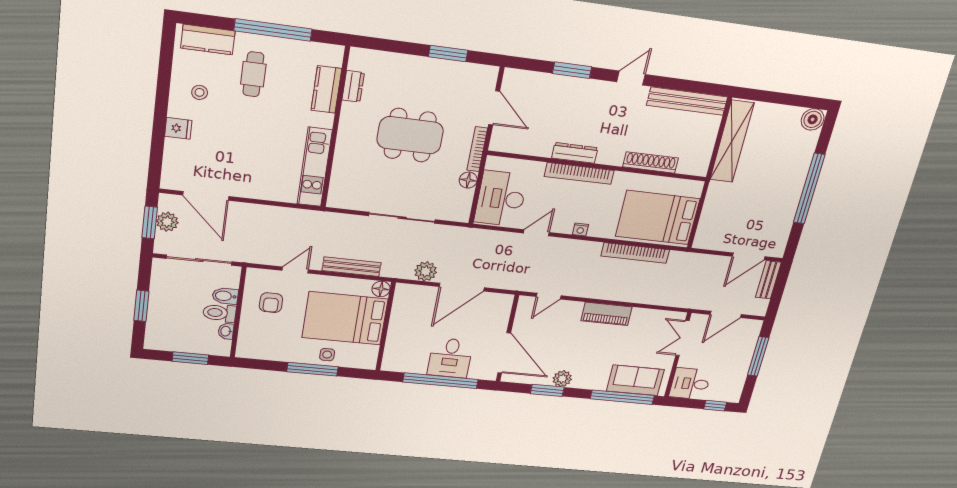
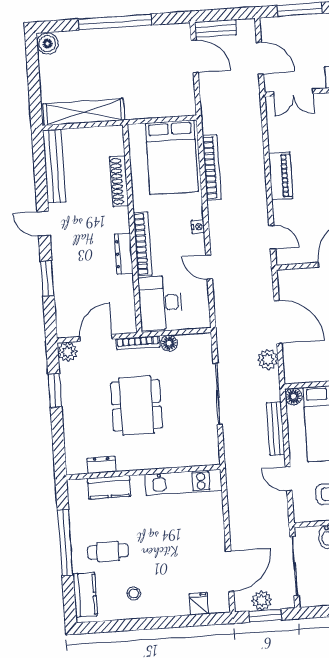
plant: (487, 75) -> (68, 352), added
fridge: (178, 128) -> (199, 604), moved
desk: (501, 199) -> (160, 303), moved, turned 90

